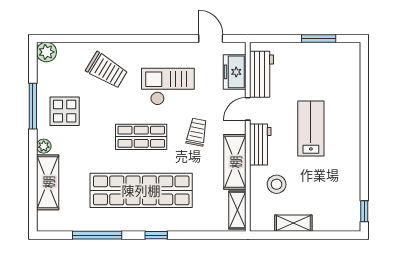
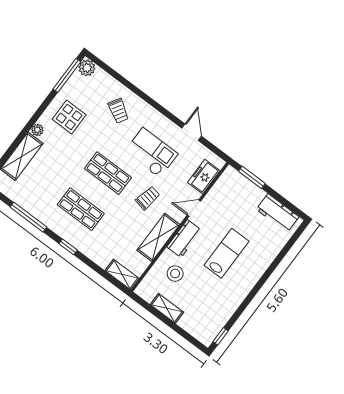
door: (211, 38) -> (192, 132), moved
window: (319, 38) -> (252, 177), moved
trolley: (107, 70) -> (118, 111), width x0.73, depth x0.72
workbench: (261, 74) -> (278, 213), moved, turned 90
window: (33, 106) -> (67, 75), moved
shop shelf: (141, 190) -> (81, 209), width x0.50, depth x0.74
shelving: (237, 210) -> (122, 274), moved, turned 90

